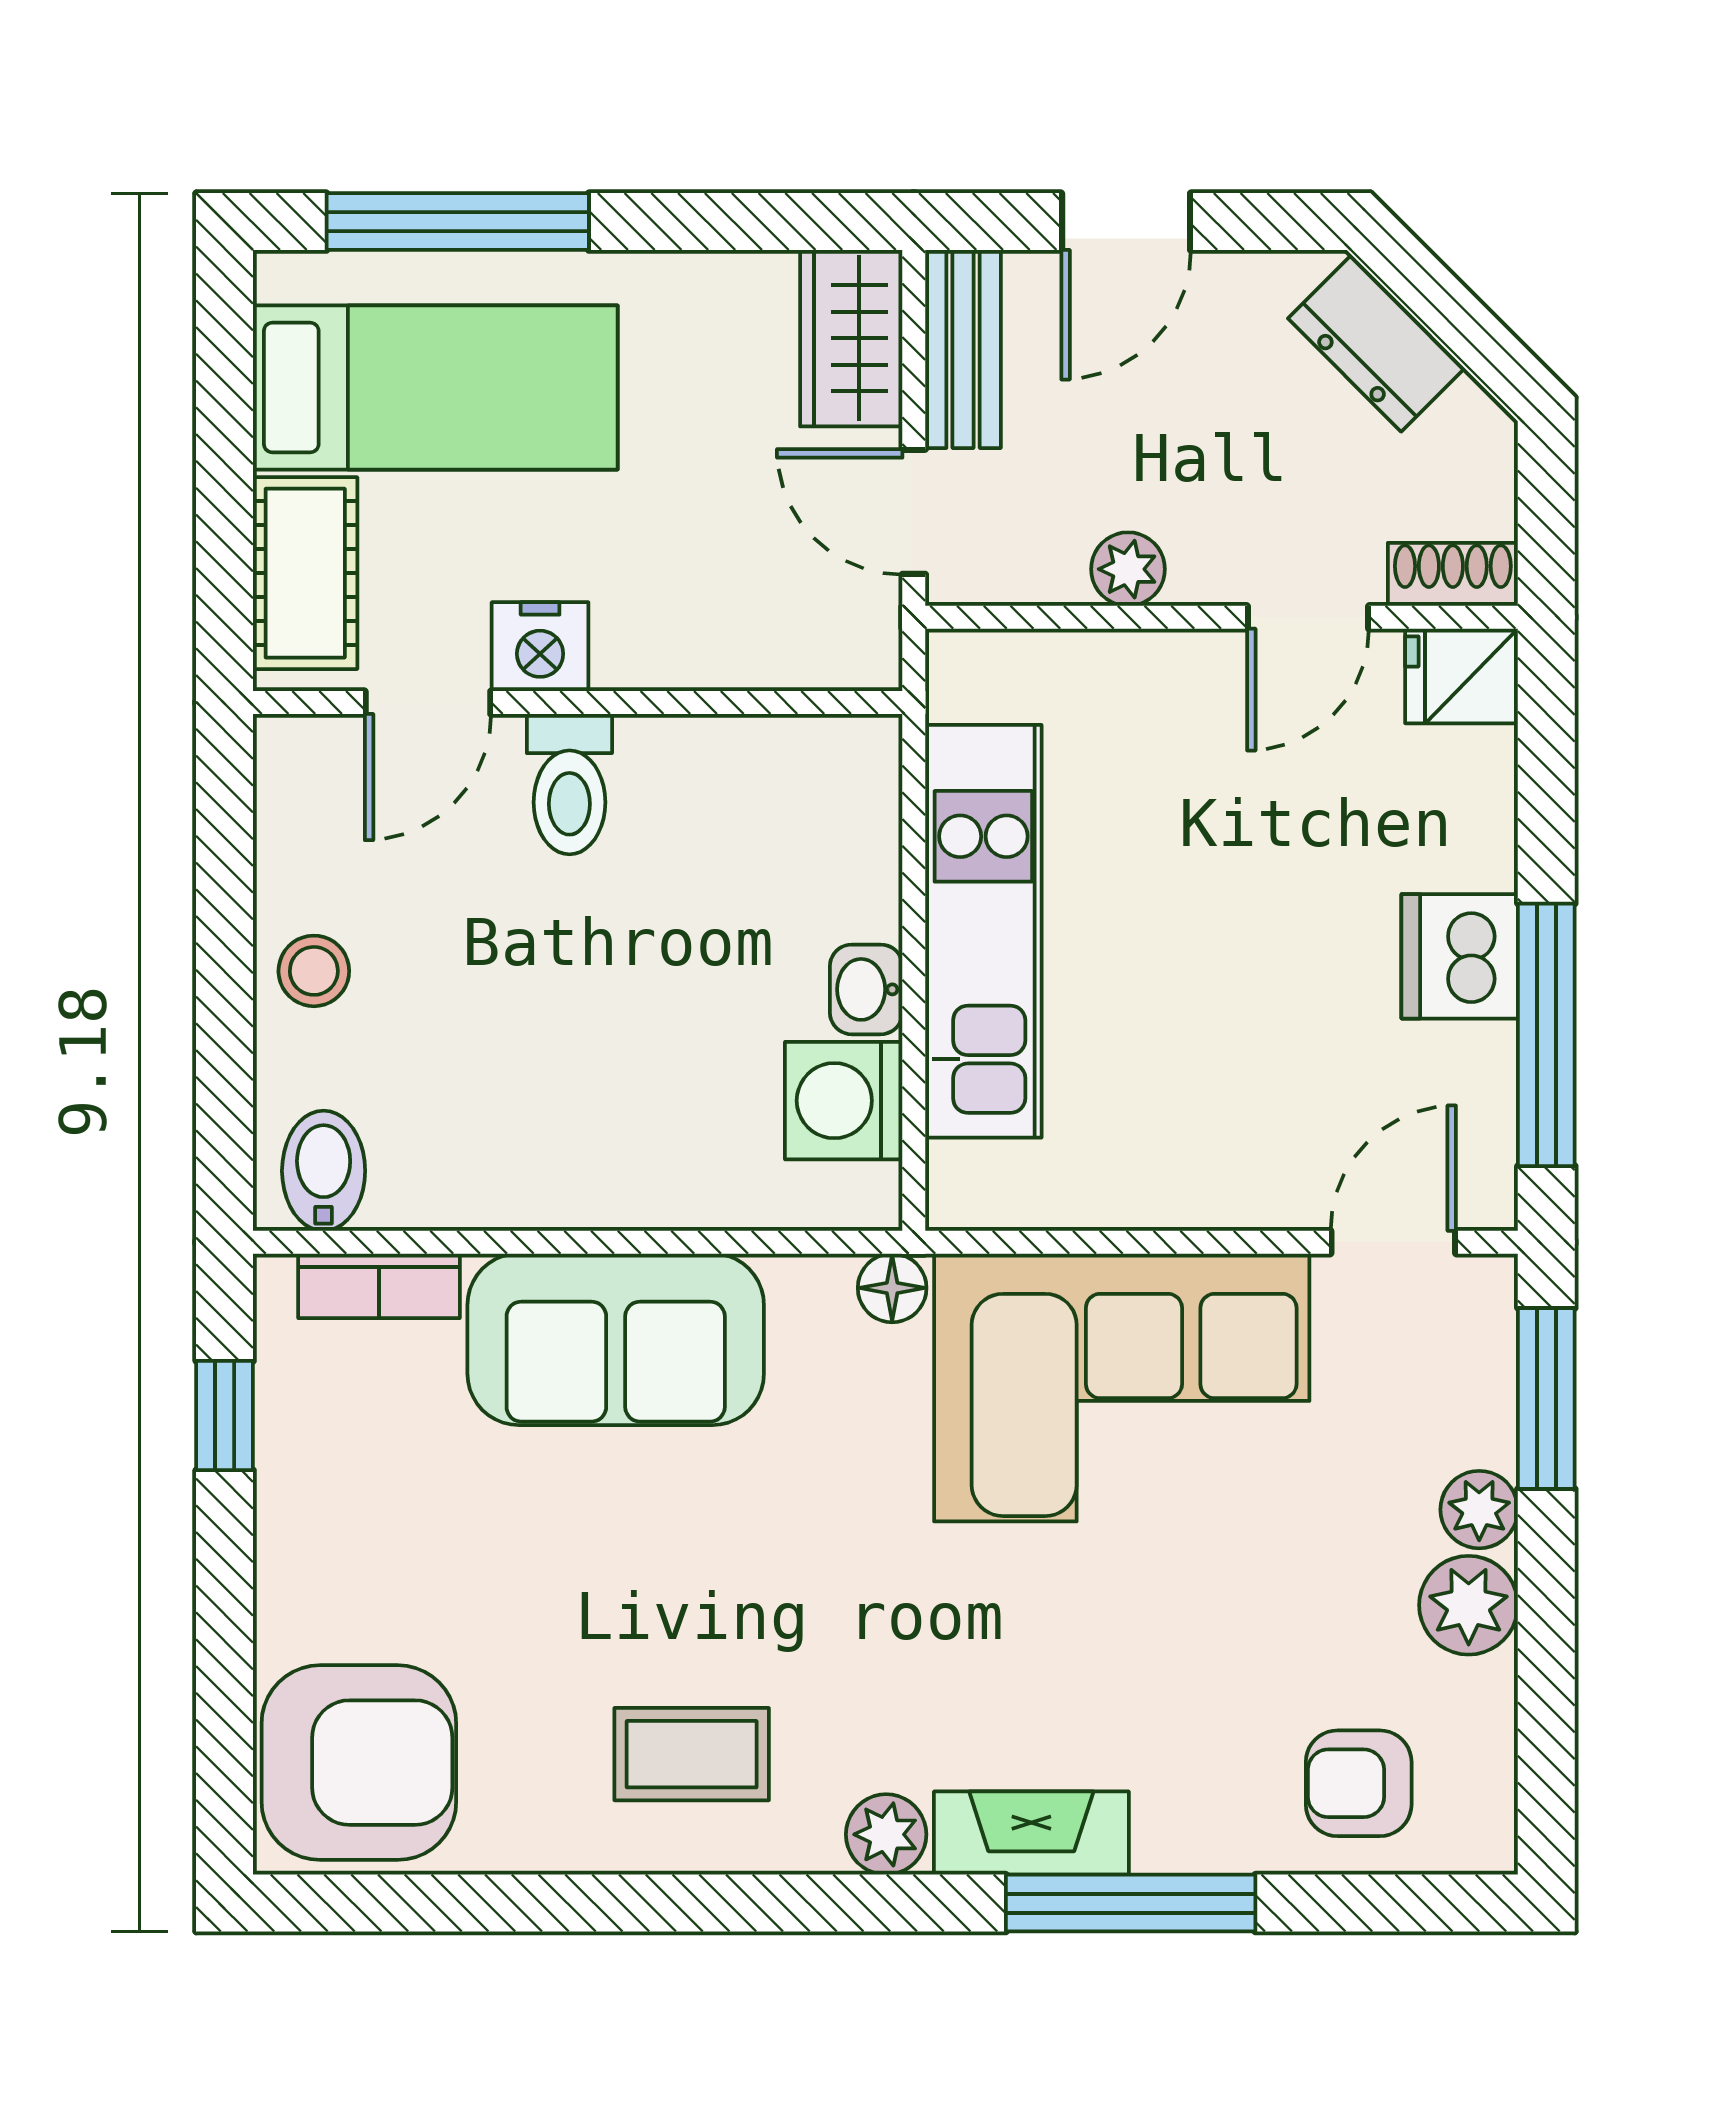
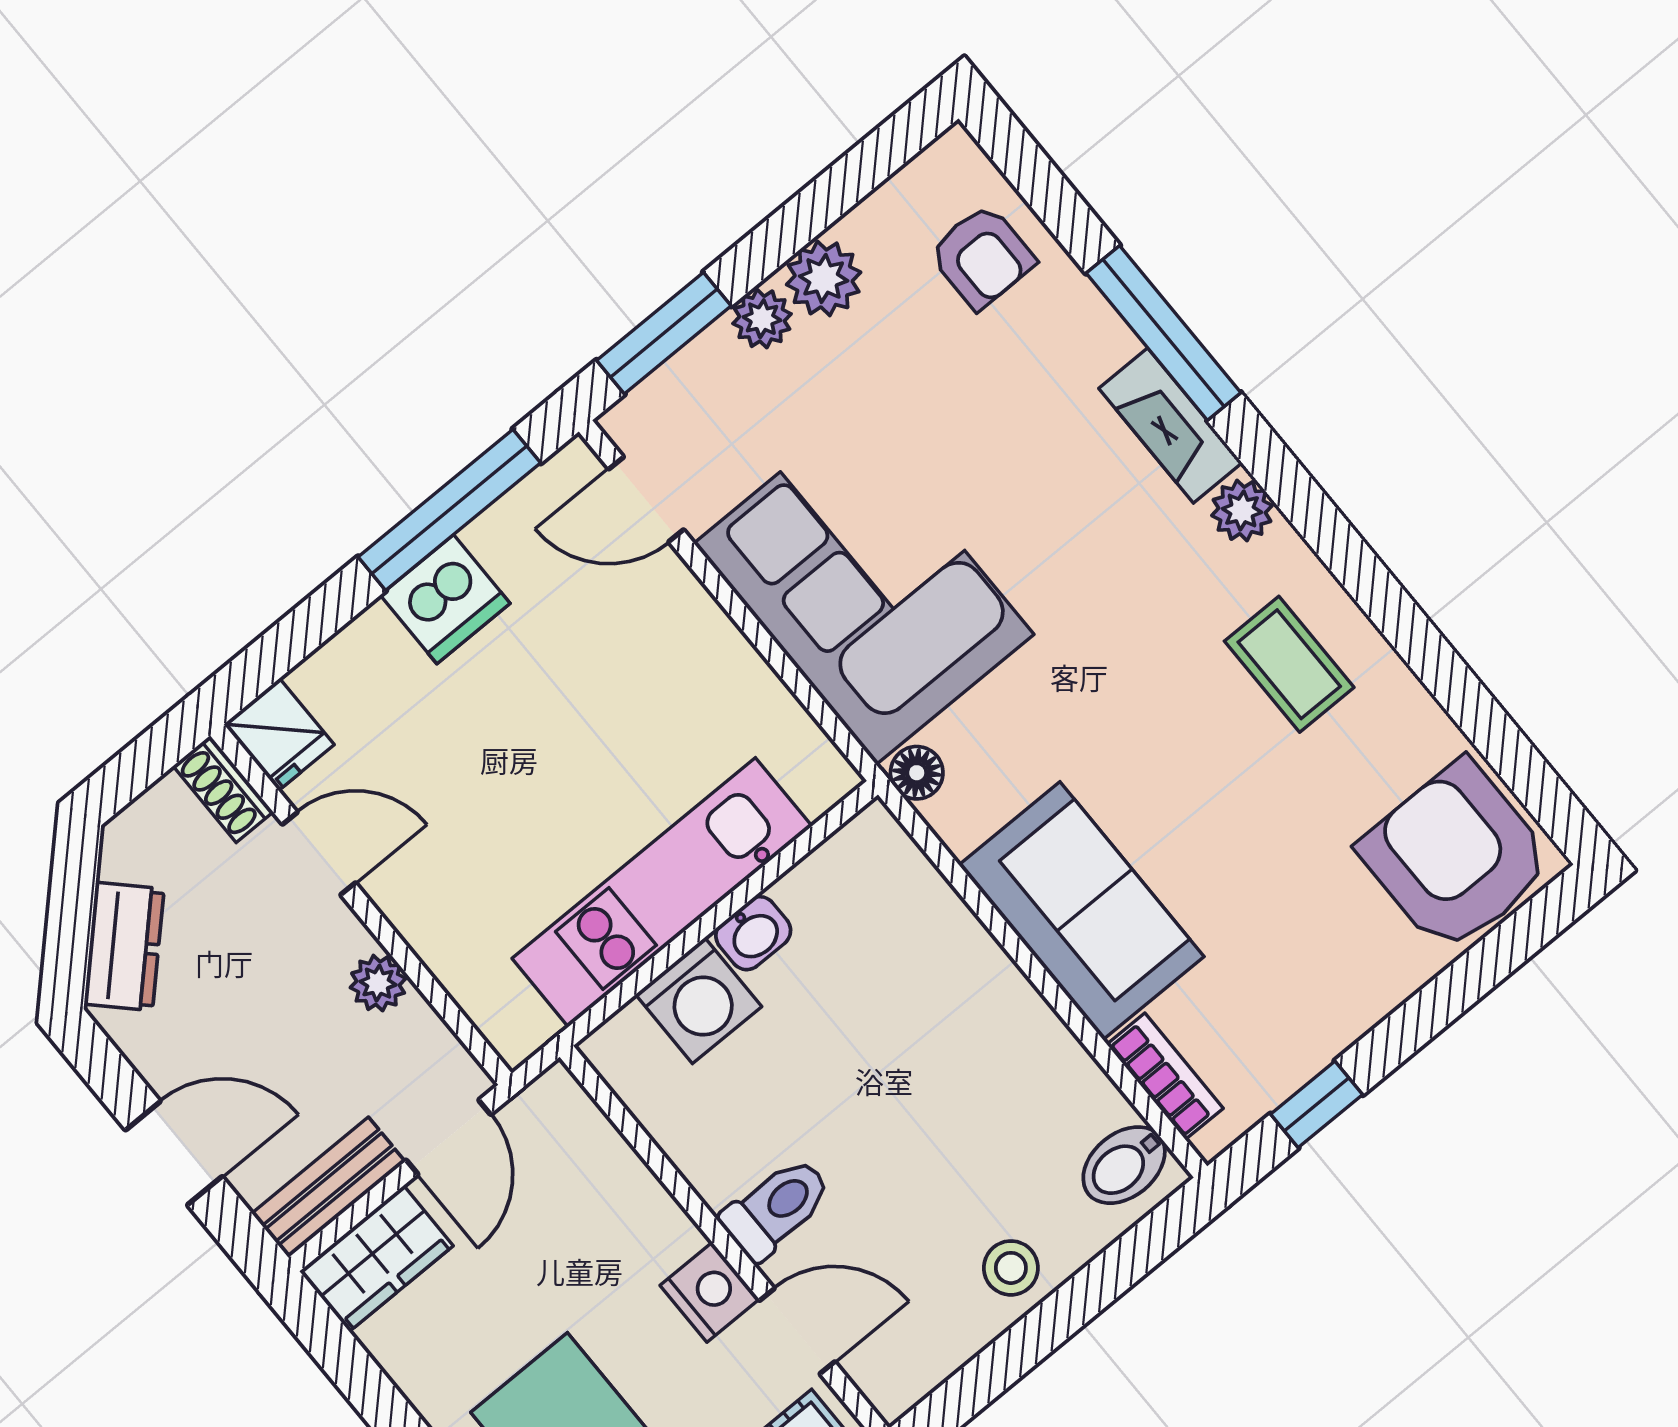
washing machine: (844, 1101) -> (699, 1000), moved

